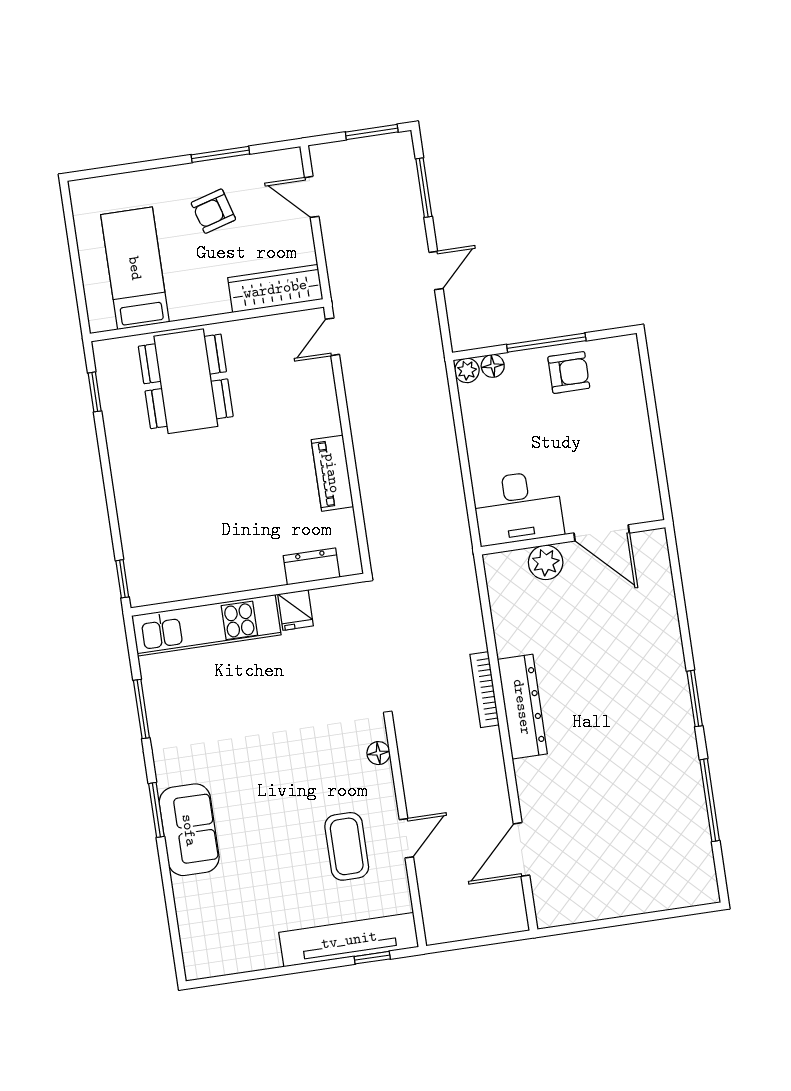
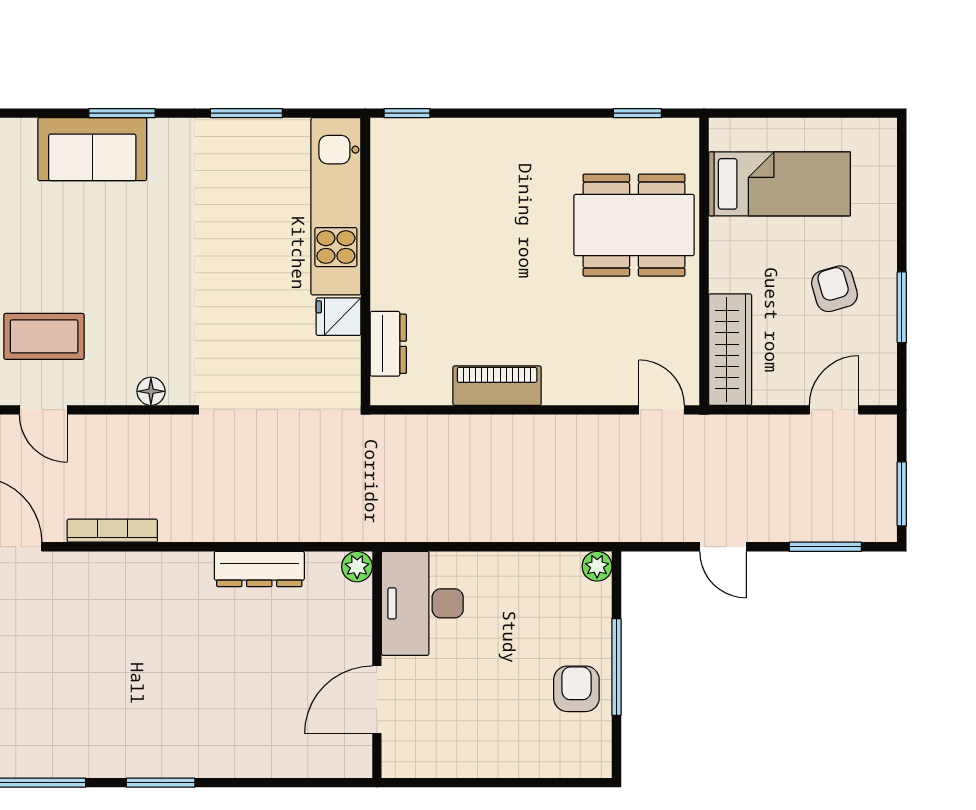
floor lamp: (493, 366) -> (598, 598), removed
armchair: (569, 372) -> (576, 689), turned 180
plant: (546, 562) -> (357, 567), moved, width x0.73, depth x0.73
bookcase: (485, 690) -> (112, 531), moved
dresser: (522, 707) -> (259, 569), moved, width x0.73, depth x0.80

